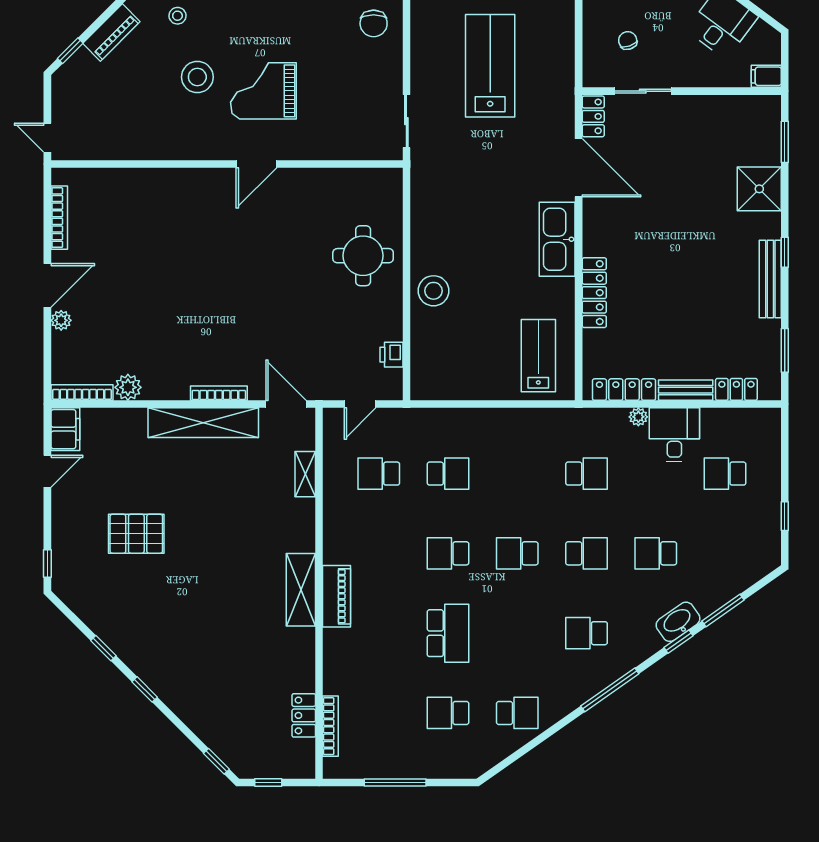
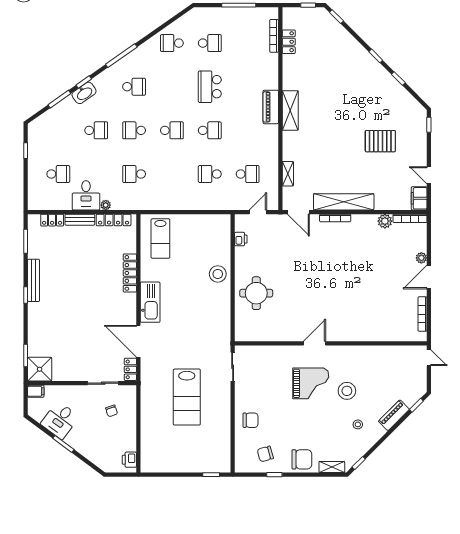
chair: (374, 23) -> (251, 420), turned 90
shower: (759, 189) -> (40, 369), moved
door: (47, 471) -> (429, 175), hinge flipped

